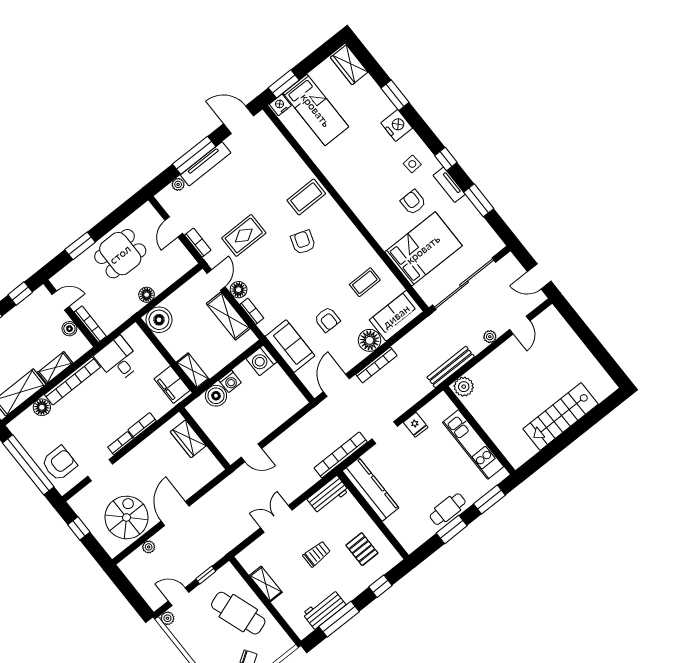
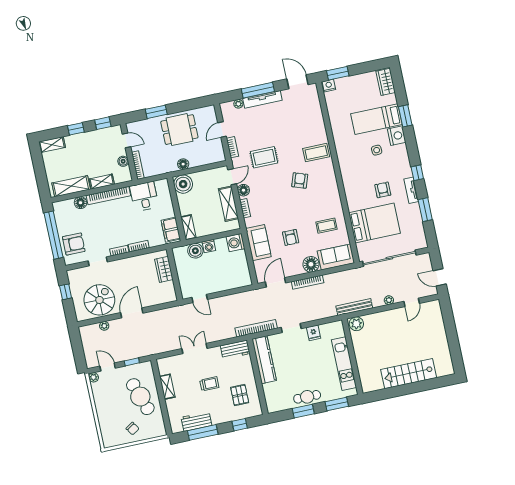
bed: (316, 110) -> (376, 119), moved, turned 90
side table: (412, 164) -> (377, 150), moved

